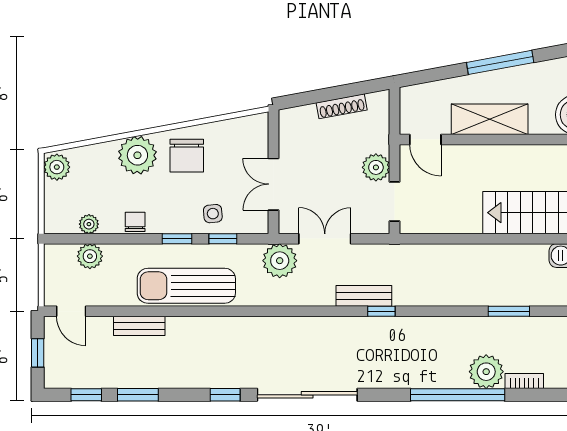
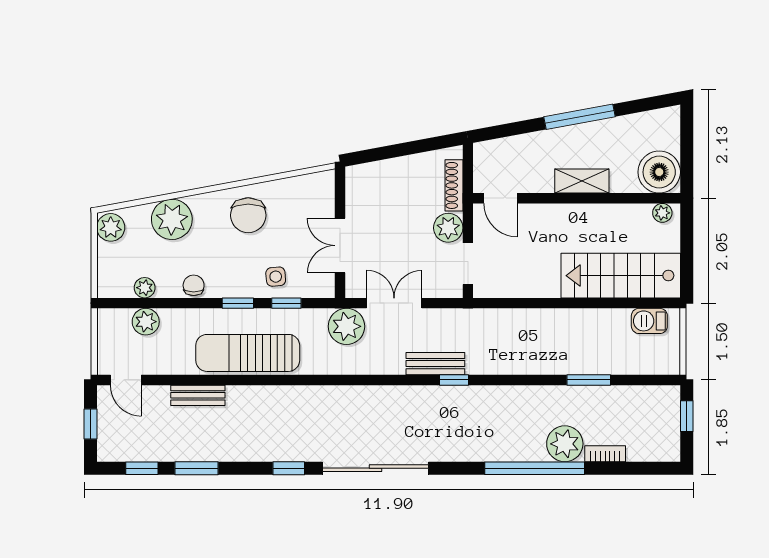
shoe rack: (342, 106) -> (454, 185), moved, turned 100
shelving: (490, 119) -> (582, 181), width x0.67, depth x0.75
plant: (137, 155) -> (172, 219), moved

